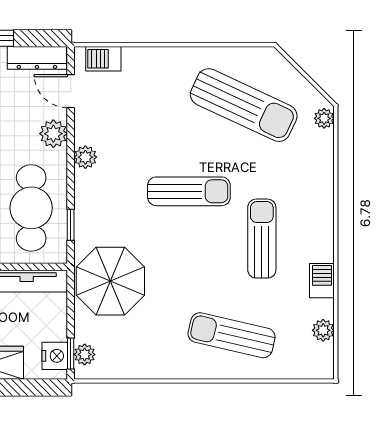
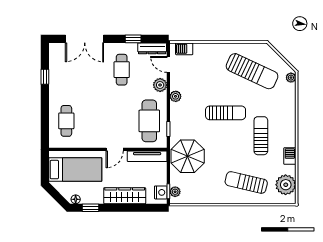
plant: (323, 330) -> (286, 185), width x1.87, depth x1.87

